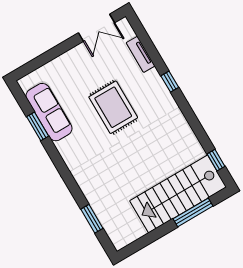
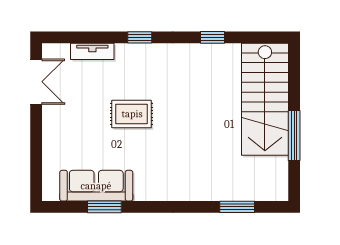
rug: (113, 107) -> (132, 114), width x0.73, depth x0.70
window: (216, 160) -> (213, 37), moved
window: (193, 212) -> (294, 136), moved

